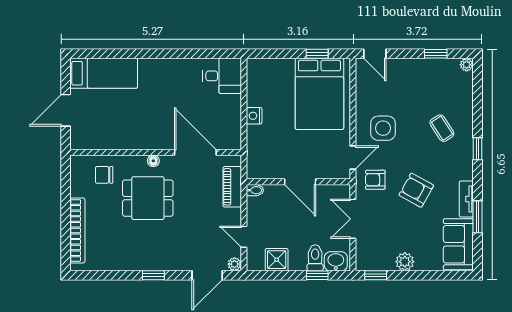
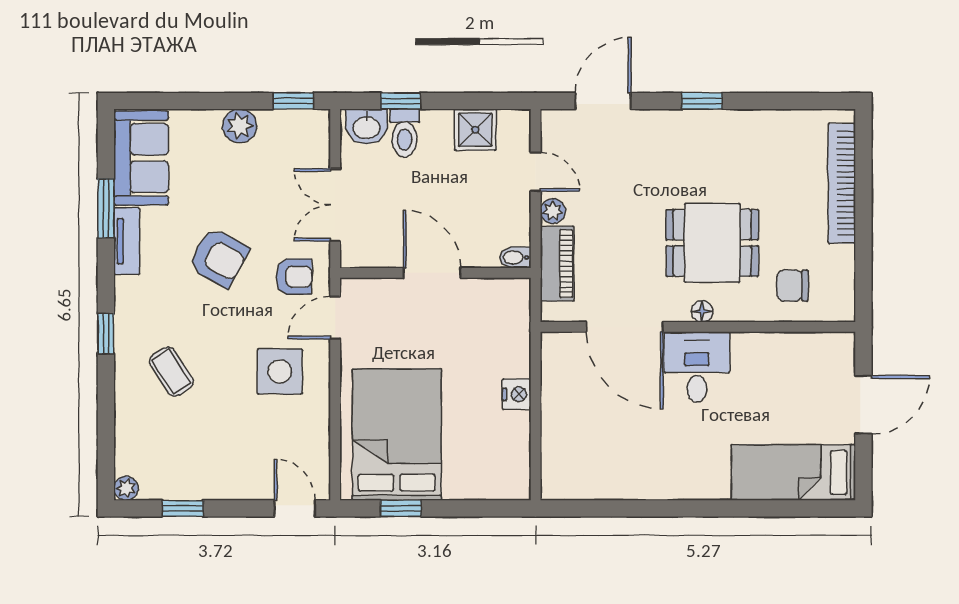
desk: (222, 76) -> (697, 367), moved, turned 90
chair: (104, 175) -> (793, 286), turned 180
double door: (353, 219) -> (335, 205), swing flipped
plant: (234, 264) -> (553, 211), moved

